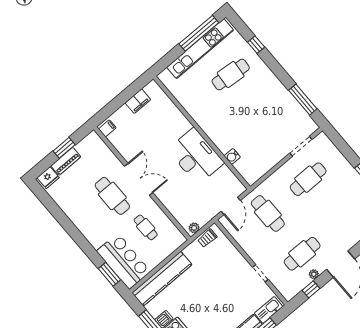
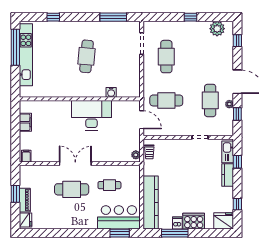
cafe table: (231, 75) -> (87, 56), moved

